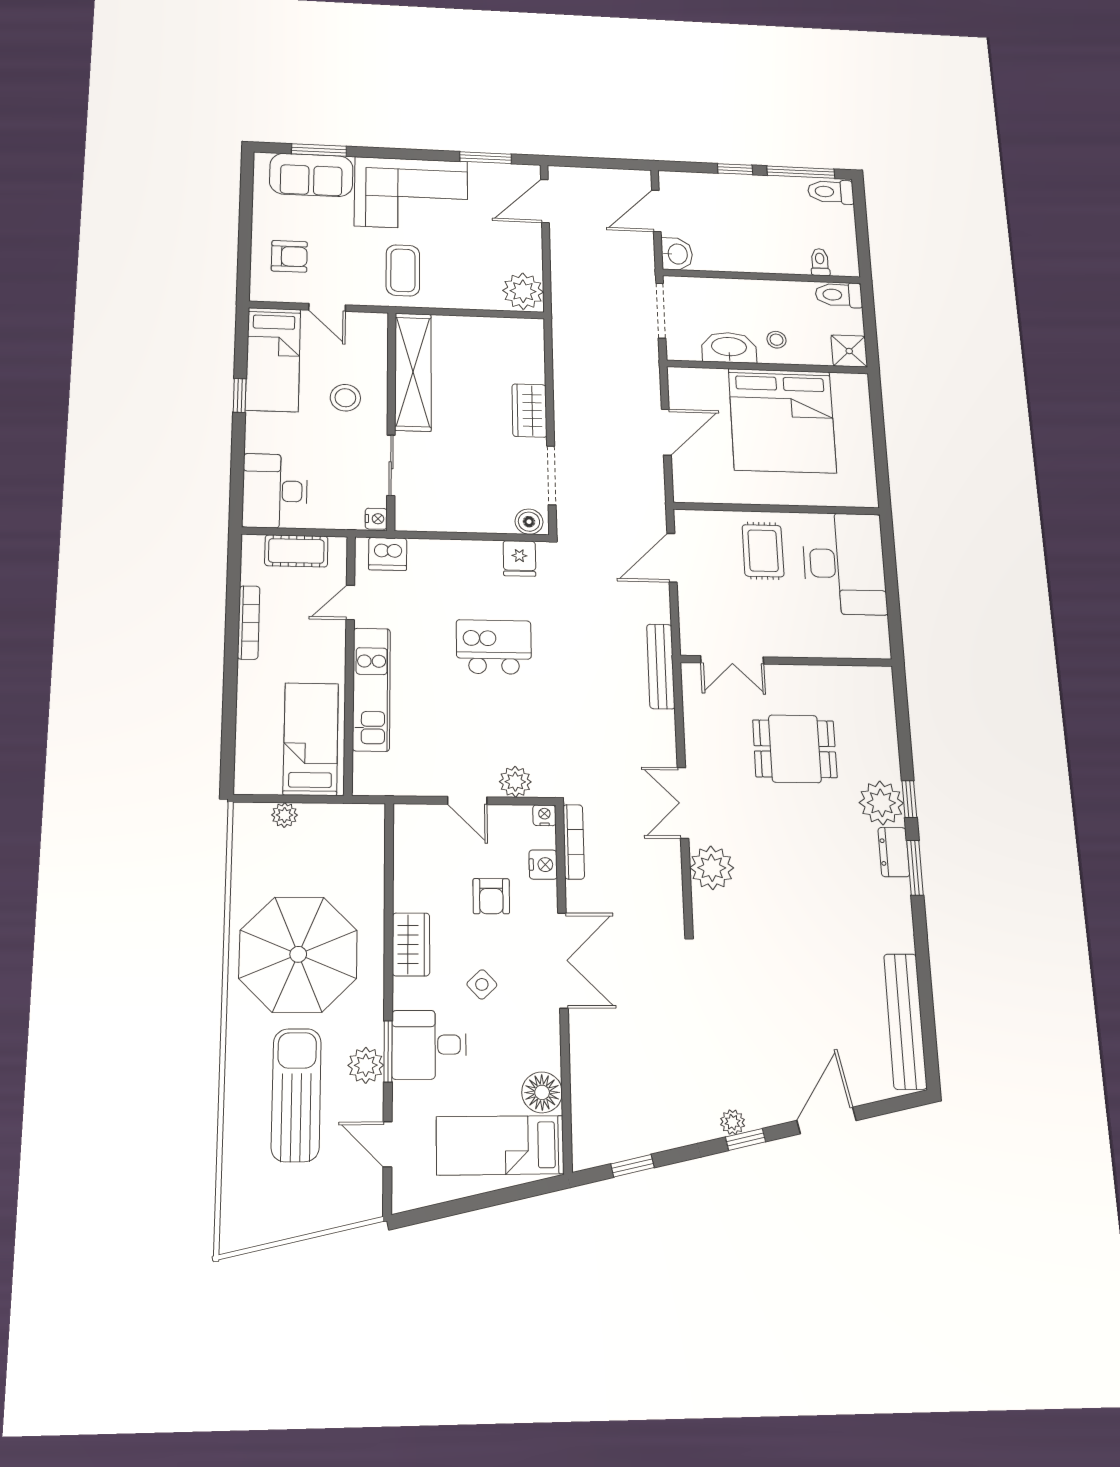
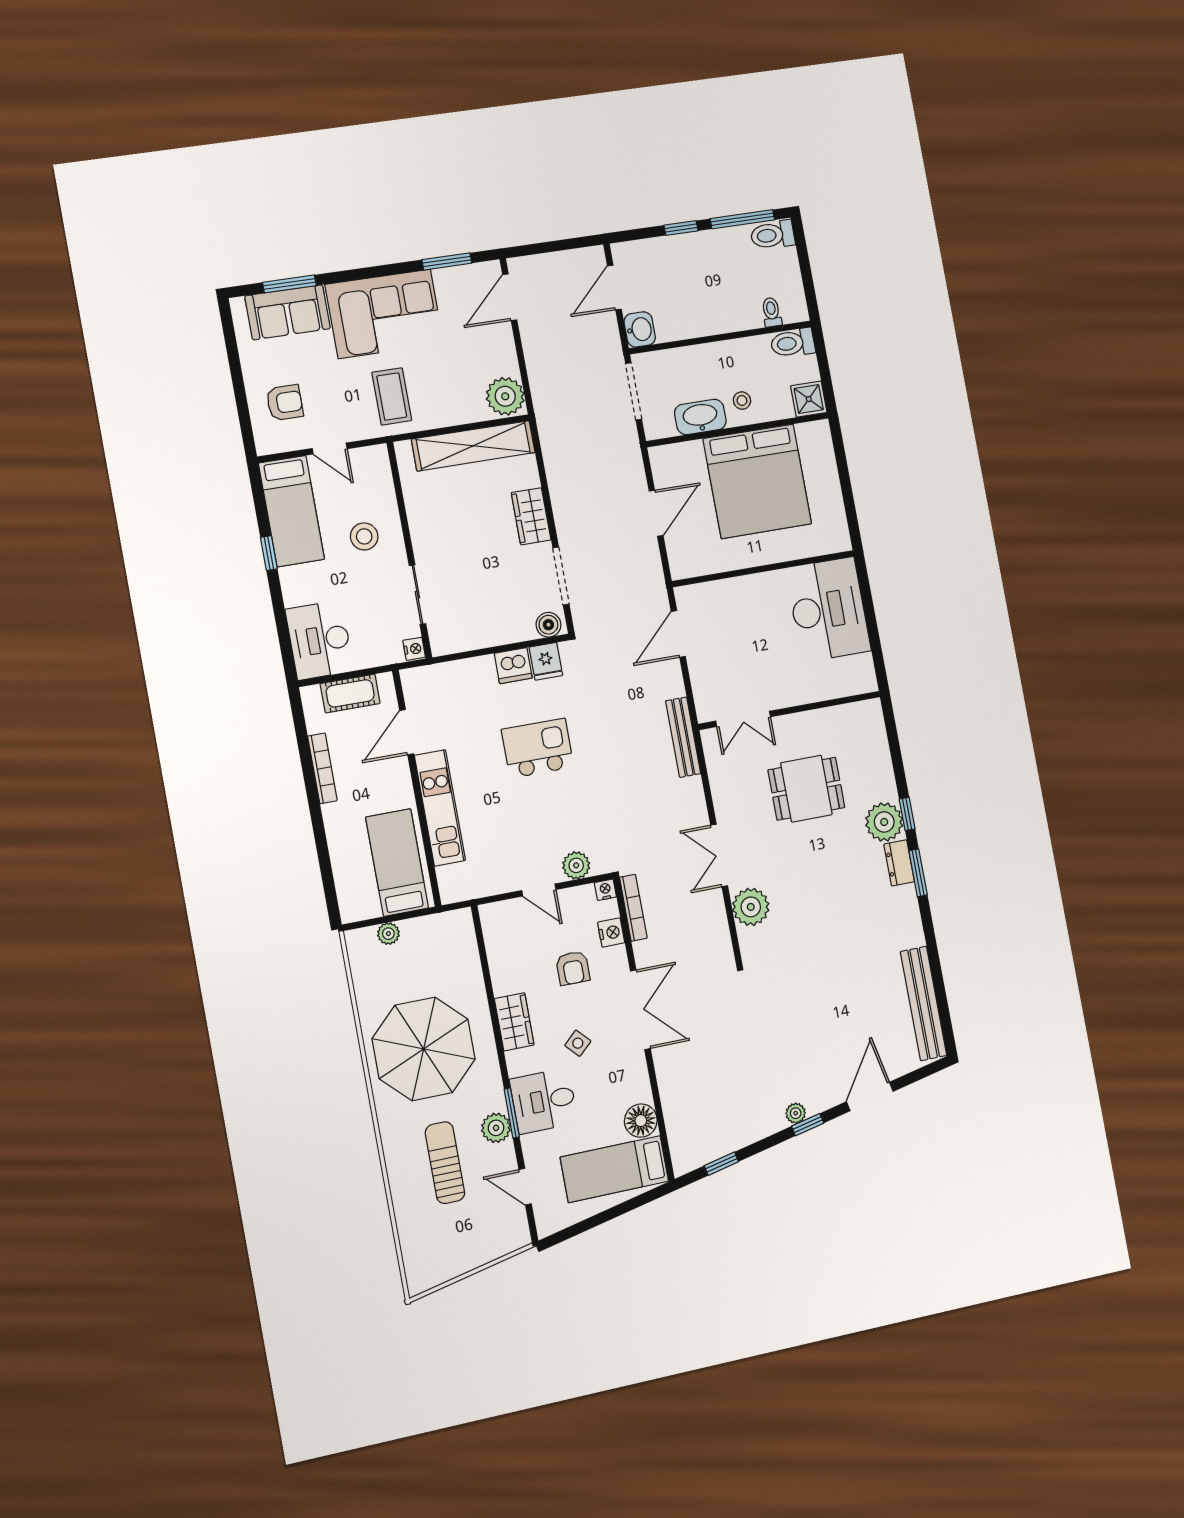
shelving: (413, 372) -> (473, 446), moved, turned 90
rug: (763, 551) -> (756, 611), removed
dishwasher: (388, 554) -> (513, 666), moved
door: (350, 602) -> (407, 732), width x1.38
sun lounger: (296, 1095) -> (445, 1163), width x0.73, depth x0.75

